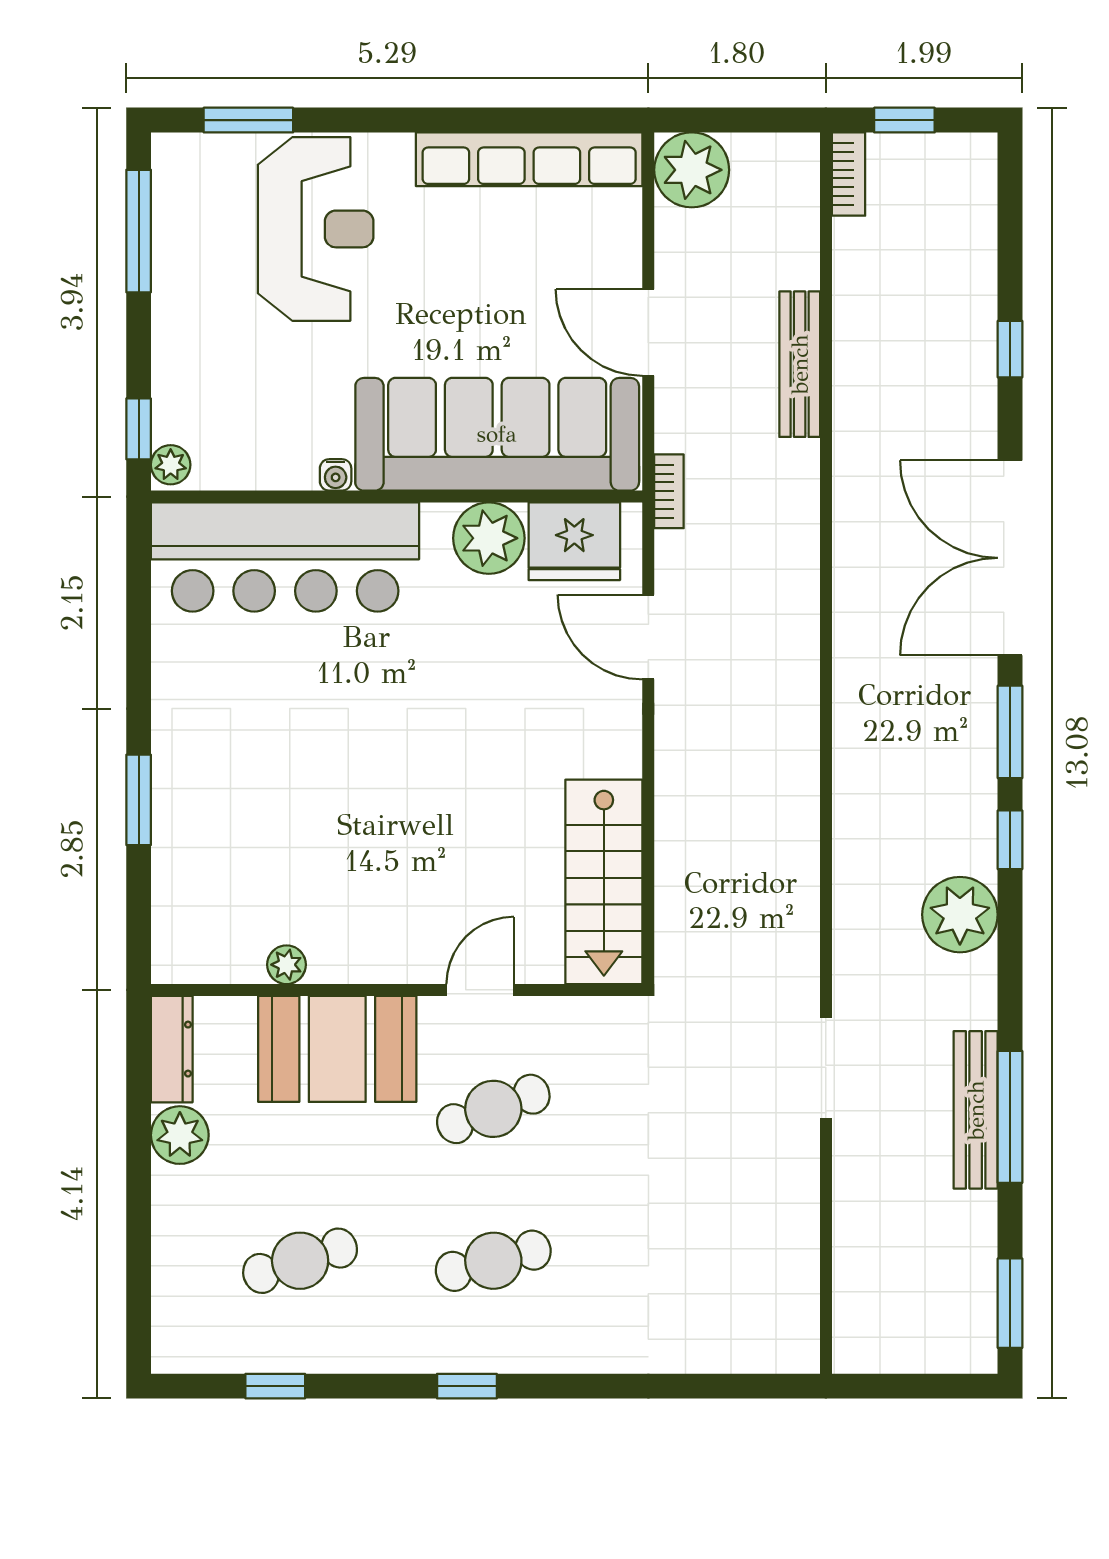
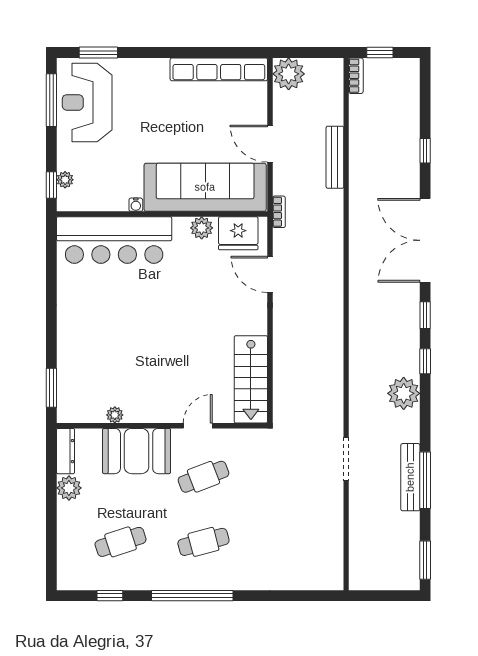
reception desk: (316, 229) -> (87, 102), moved, turned 180
plant: (171, 465) -> (65, 180), moved
plant: (489, 538) -> (202, 228), width x0.73, depth x0.73
window: (1010, 732) -> (425, 315), width x0.67
window: (139, 800) -> (51, 388), moved
window: (467, 1386) -> (192, 596), width x3.17

